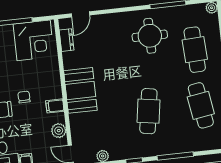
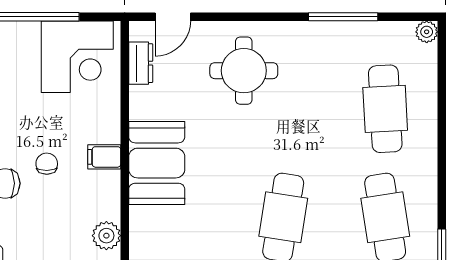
round table: (150, 36) -> (244, 71), moved
filing cabinet: (55, 106) -> (104, 157), moved

